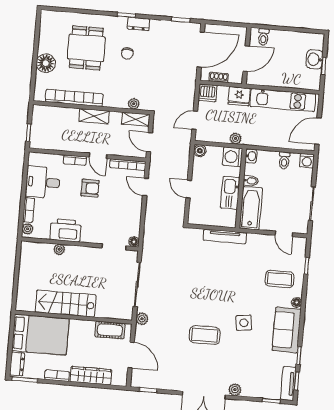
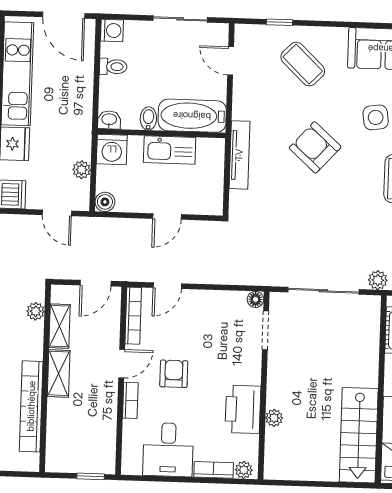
shelving: (136, 119) -> (60, 326), moved
plant: (236, 138) -> (82, 170), moved
door: (284, 234) -> (231, 61), swing flipped
coffee table: (280, 279) -> (303, 64), turned -46
armchair: (227, 284) -> (315, 147), added
floor lamp: (297, 302) -> (339, 35), removed
stairs: (66, 304) -> (359, 435), moved

